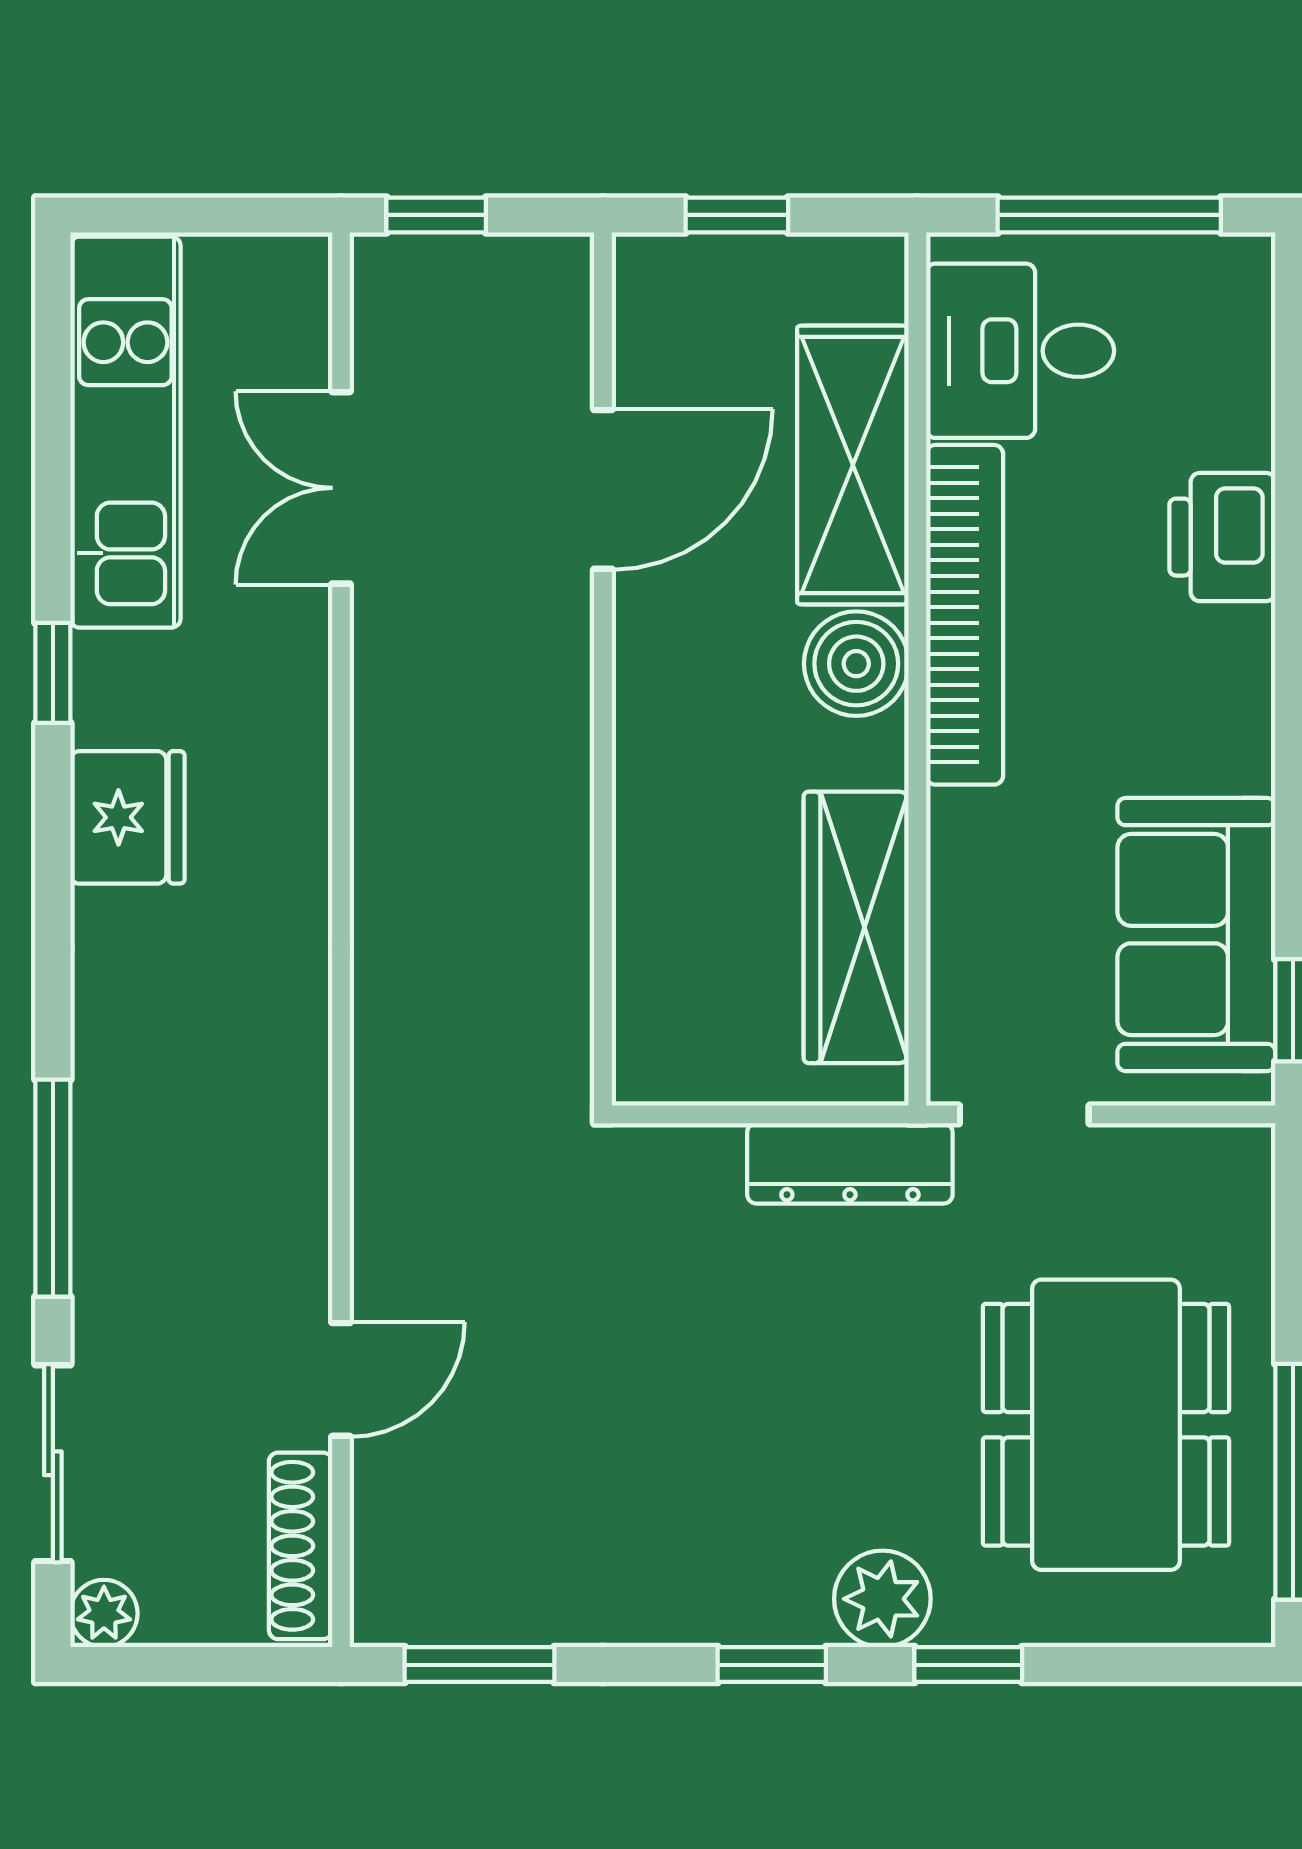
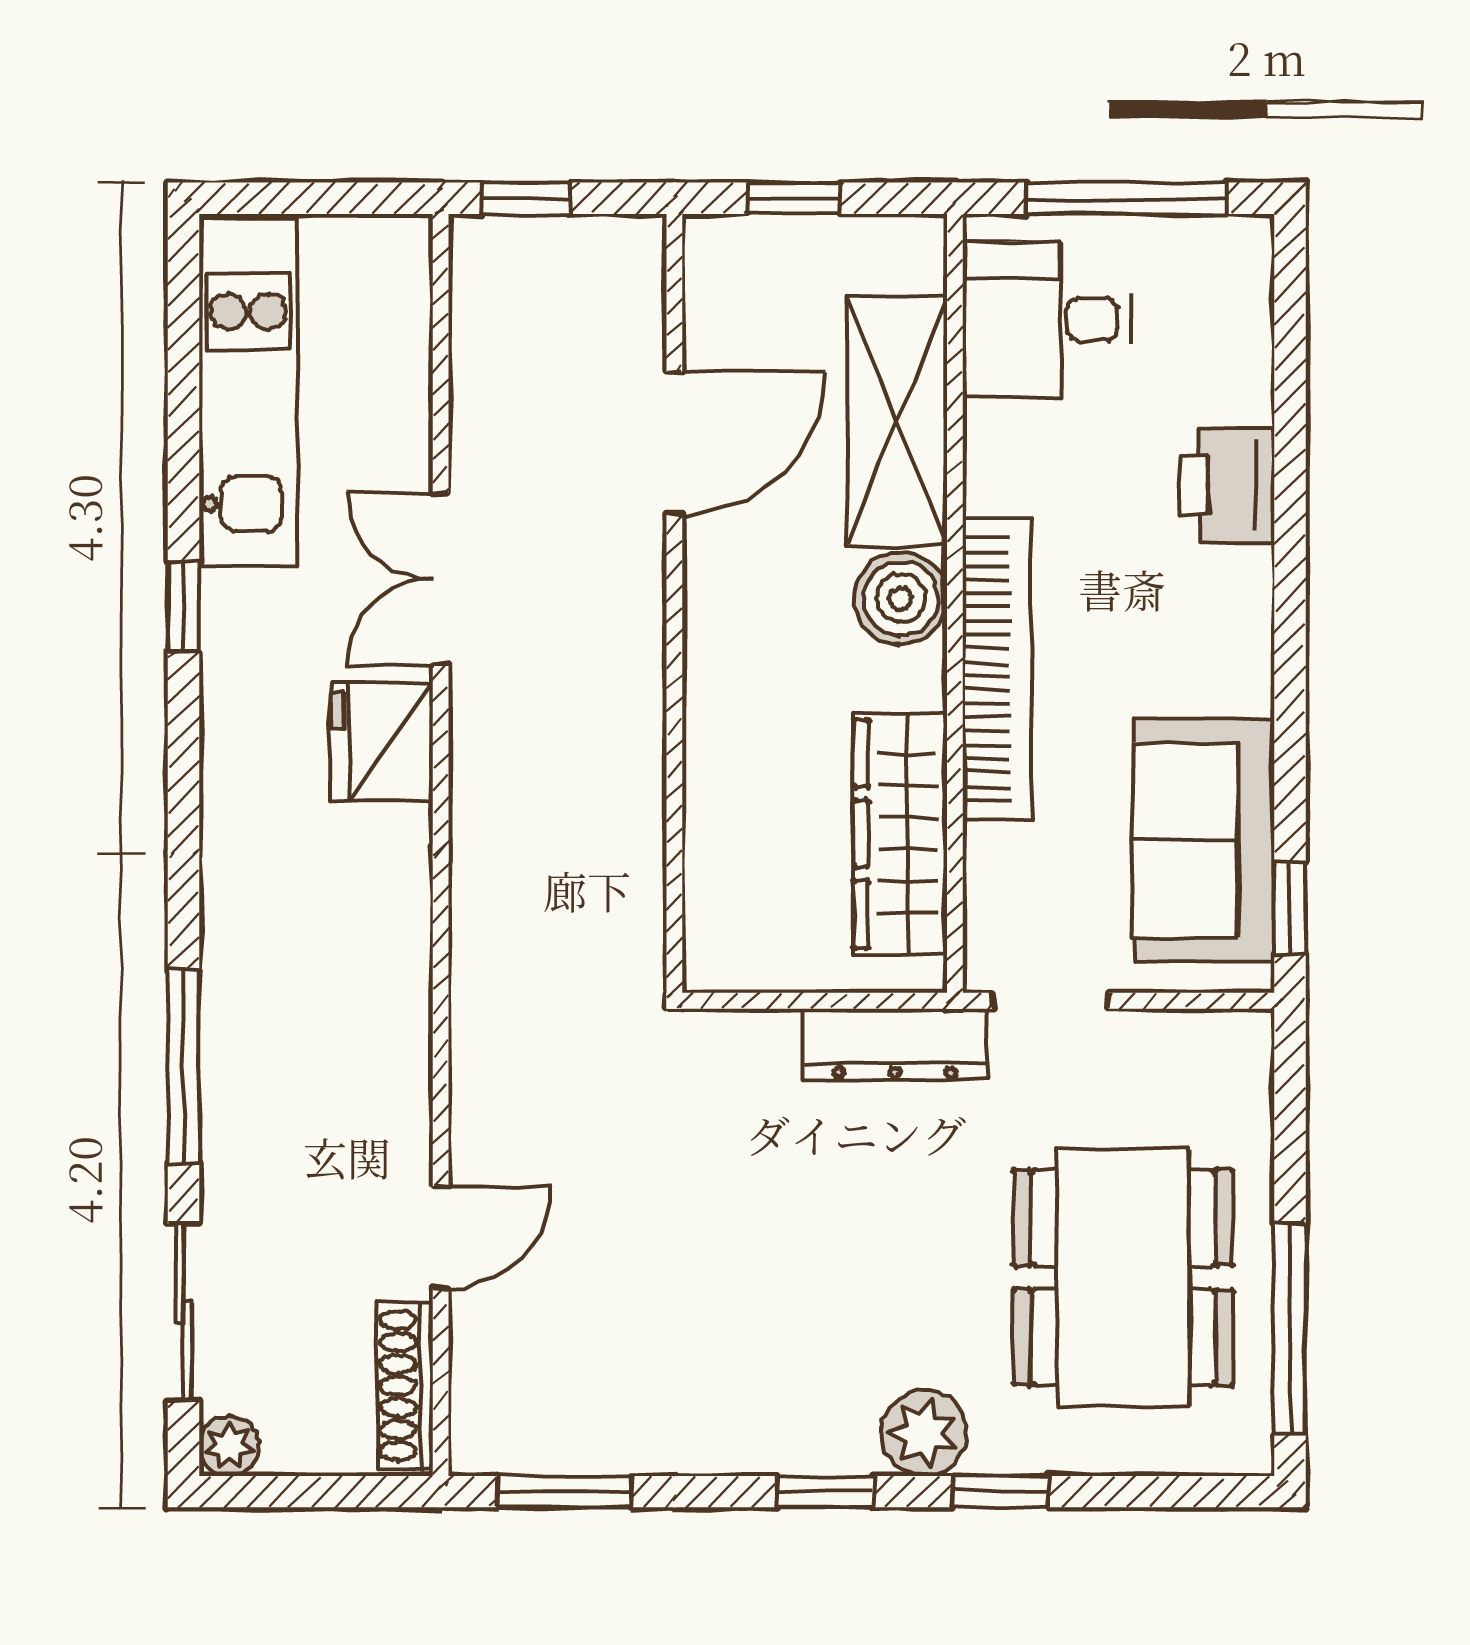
double door: (341, 488) -> (441, 579), moved
bookcase: (965, 615) -> (997, 669), moved
fridge: (127, 817) -> (382, 741), moved, turned 180

